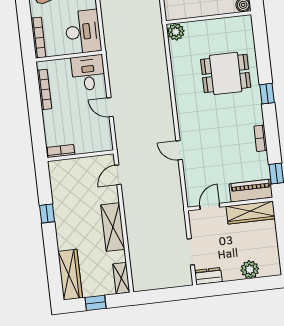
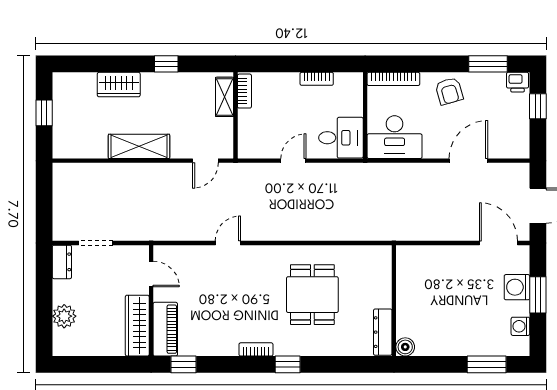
dresser: (234, 23) -> (383, 332), added
plant: (176, 32) -> (381, 256), removed
dining table: (226, 73) -> (312, 295), moved
bookcase: (44, 90) -> (317, 79), width x0.64
bookcase: (261, 138) -> (256, 349), moved
door: (118, 175) -> (205, 161), swing flipped
wardrobe: (70, 275) -> (119, 85), moved, width x0.67
shelving: (121, 278) -> (225, 97), moved, turned 90

